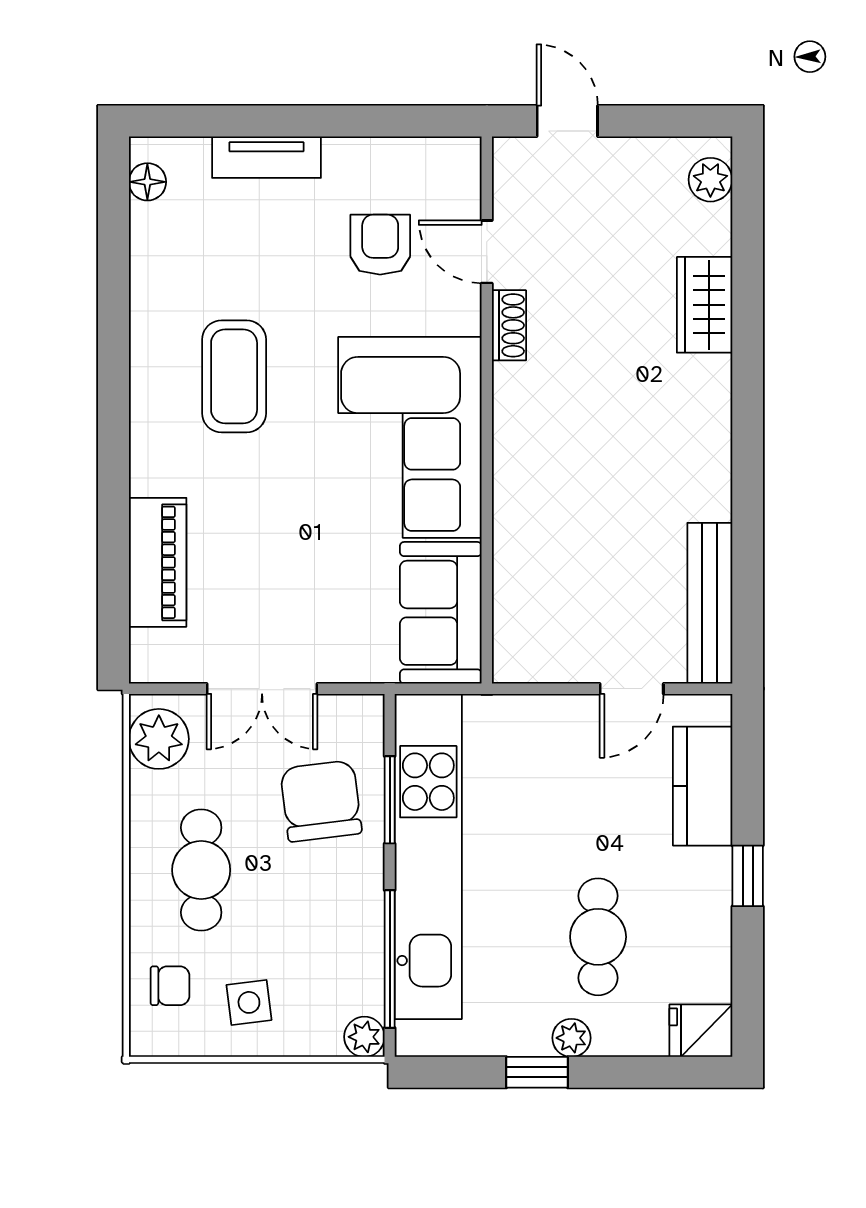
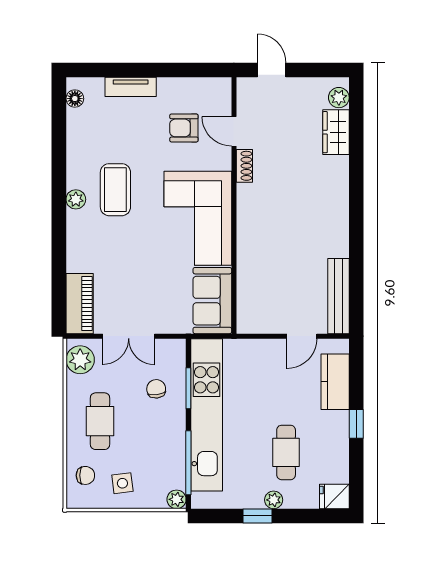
armchair: (380, 245) -> (184, 128), turned -90
wardrobe: (705, 305) -> (336, 132), moved
plant: (150, 397) -> (76, 199), added
piano: (158, 562) -> (80, 304), moved
chair: (321, 801) -> (156, 389), width x0.54, depth x0.54

